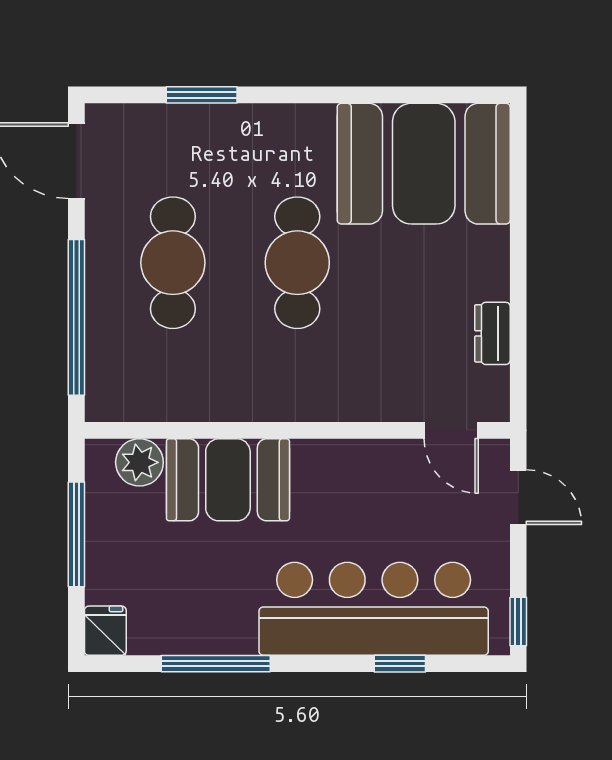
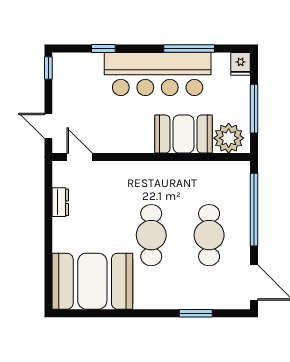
plant: (139, 462) -> (229, 138), width x1.36, depth x1.36
bar counter: (374, 609) -> (158, 74), moved

